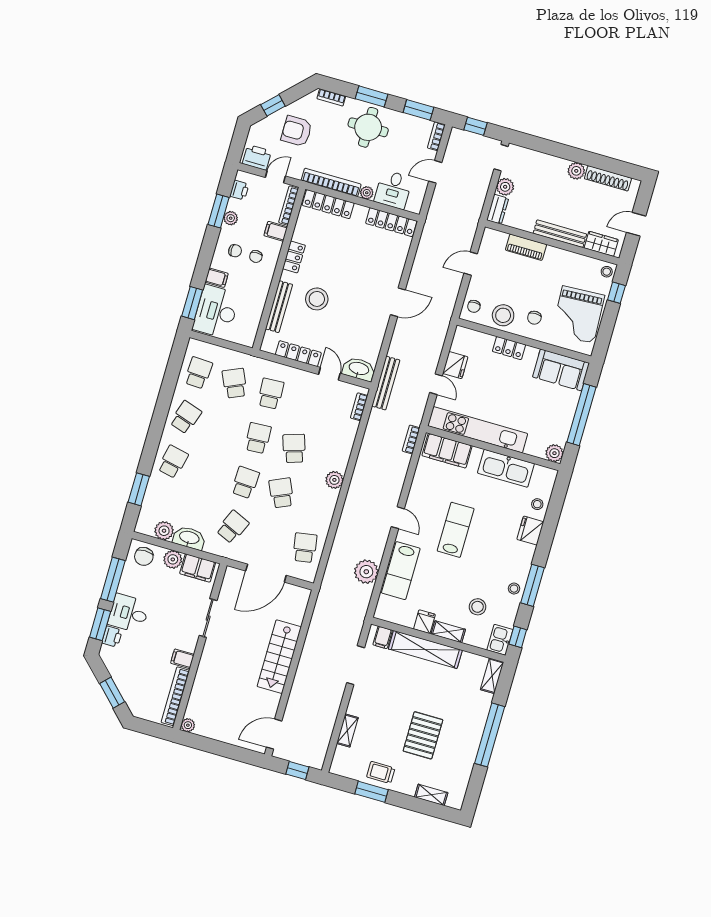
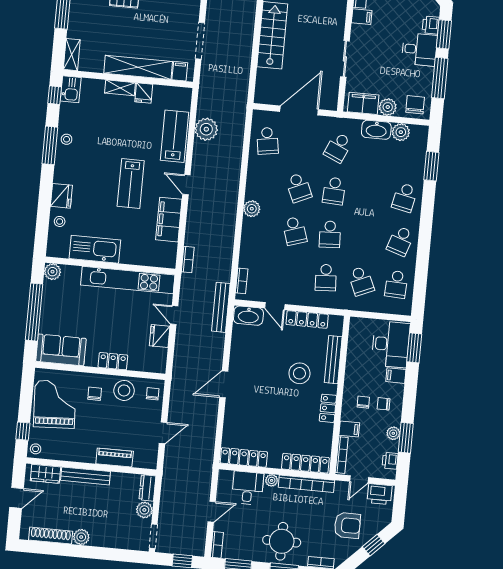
filing cabinet: (447, 451) -> (169, 220), moved, turned -90
stool: (478, 607) -> (97, 116), removed

